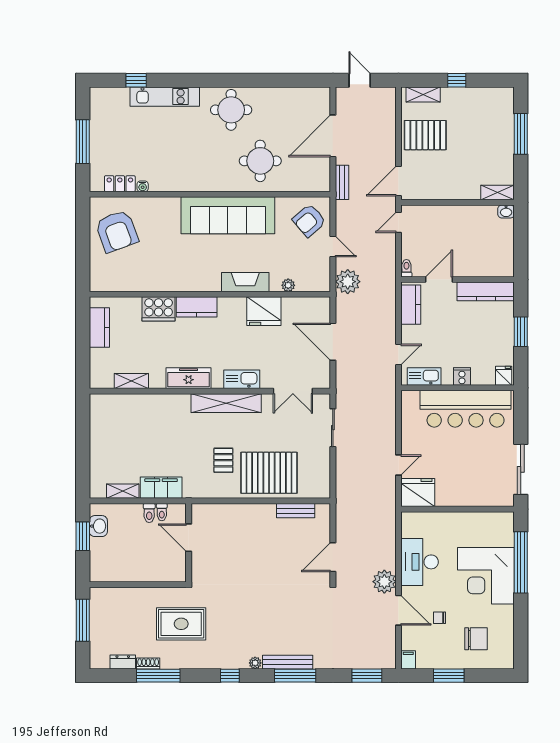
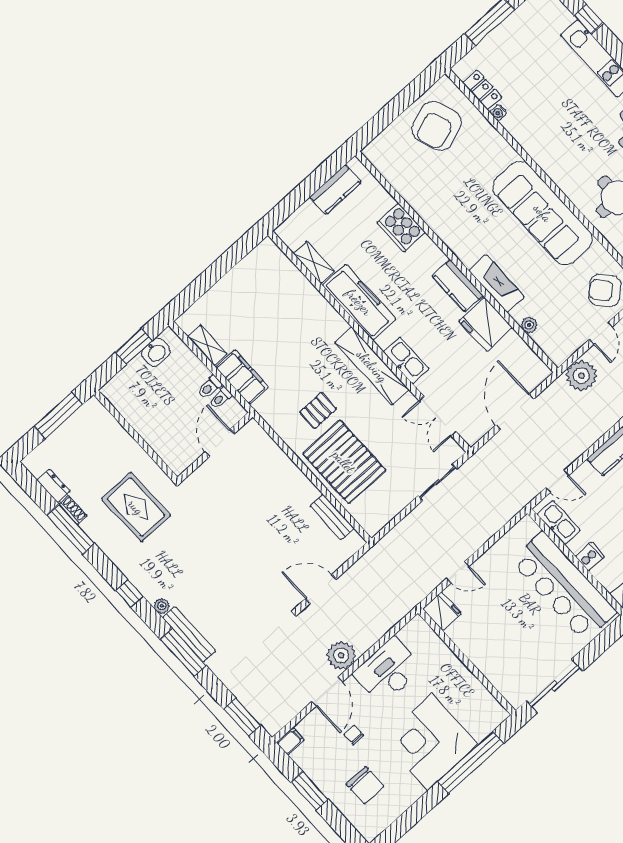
kitchen counter: (197, 307) -> (458, 286), moved
freezer: (189, 378) -> (359, 302), width x1.36, depth x1.26
fridge: (418, 492) -> (442, 611), width x0.73, depth x0.75

